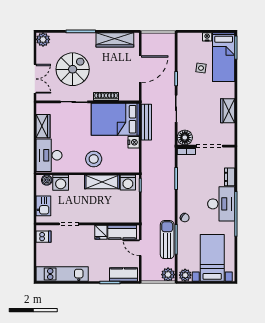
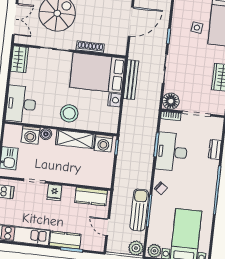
wardrobe: (43, 126) -> (19, 59), moved
boiler: (47, 180) -> (46, 134), moved
desk: (221, 204) -> (172, 152), moved, turned 180
fridge: (101, 232) -> (54, 192), moved
door: (140, 248) -> (108, 227), moved
kitchen counter: (124, 274) -> (65, 240), moved

